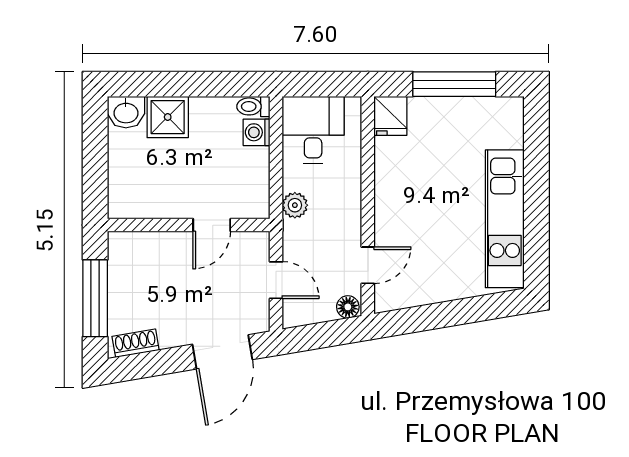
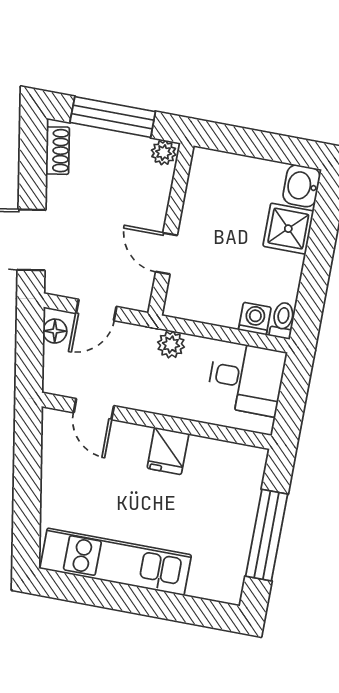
fridge: (390, 116) -> (168, 451), moved, turned -90
plant: (119, 245) -> (164, 153), added
floor lamp: (348, 307) -> (55, 331), moved

